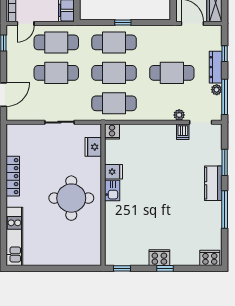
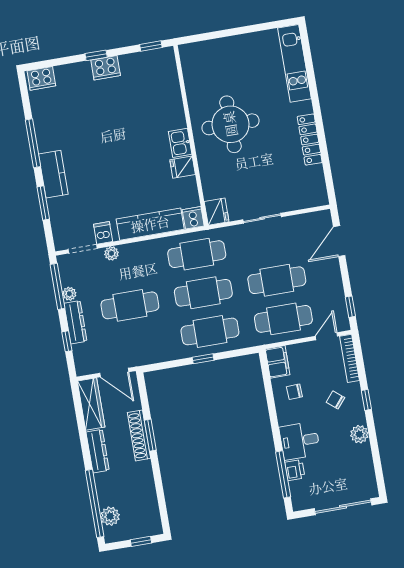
kitchen counter: (146, 132) -> (150, 224), added
fridge: (93, 147) -> (217, 212), moved

